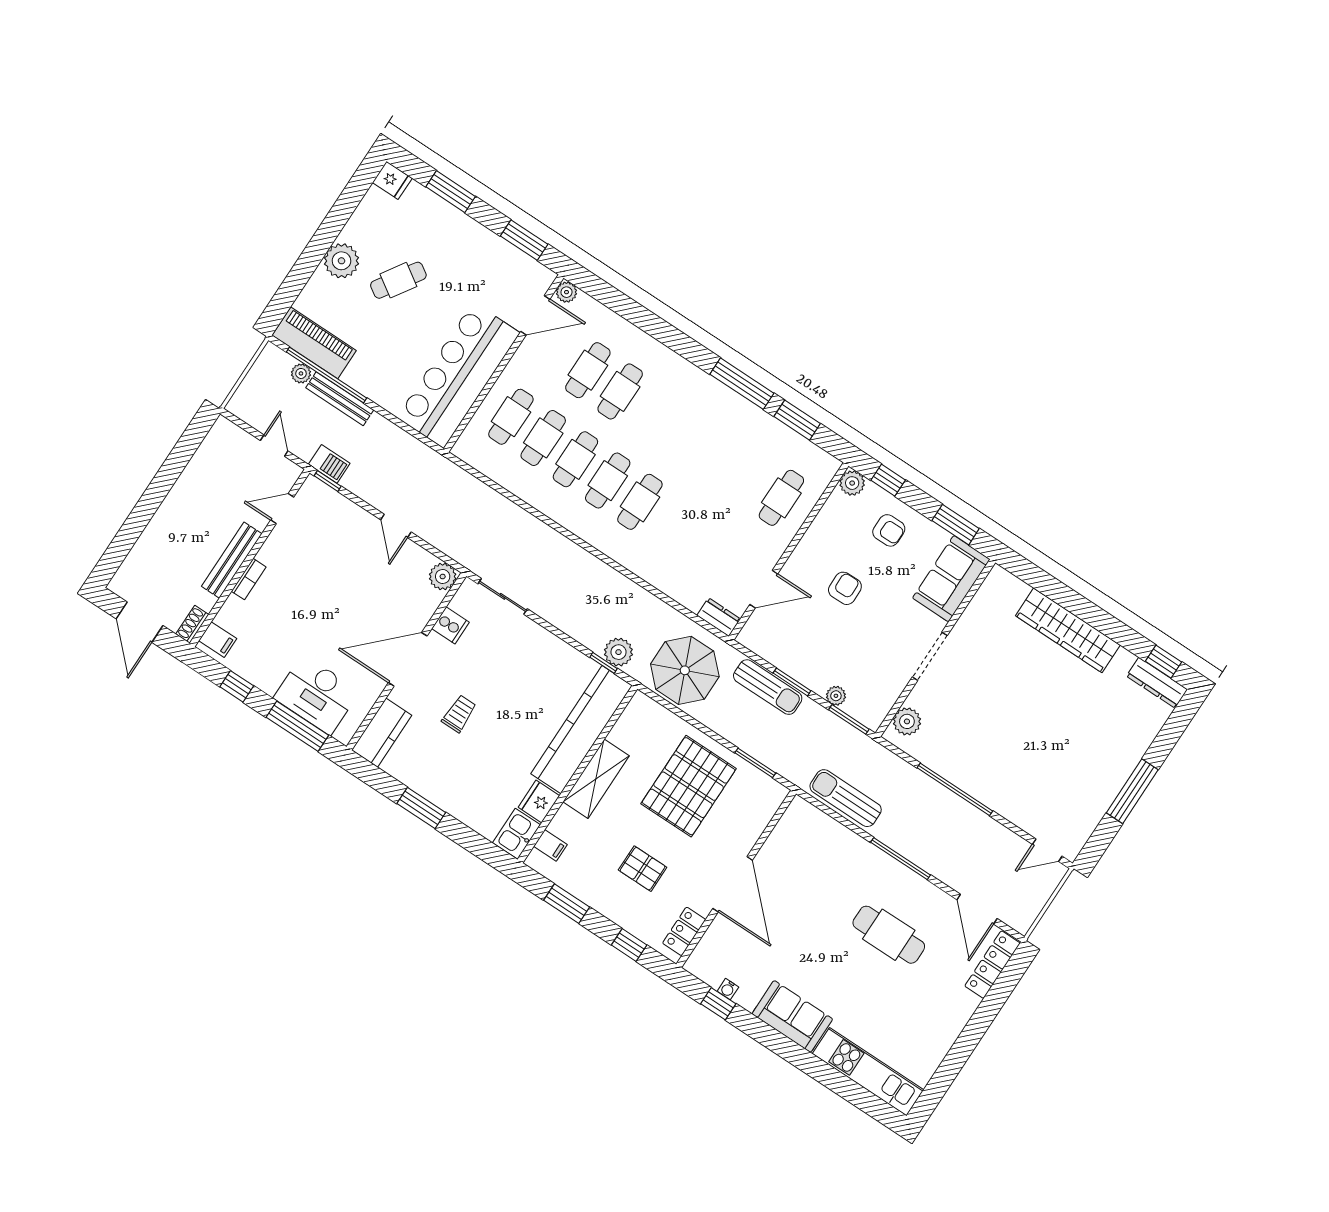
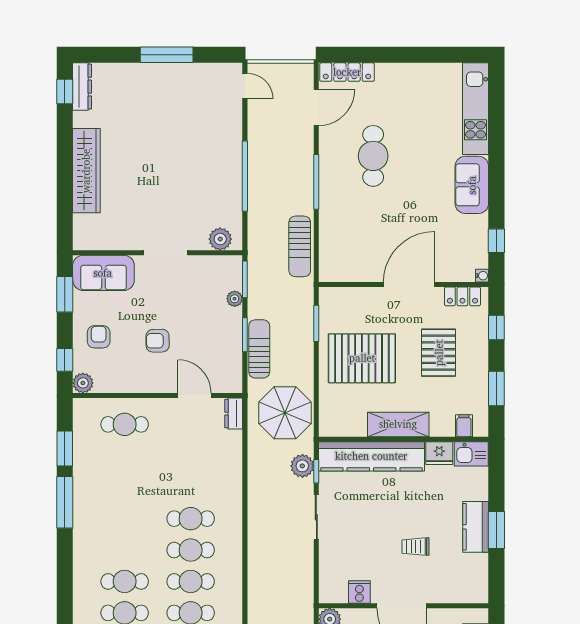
sliding door: (503, 596) -> (316, 517), moved
kitchen counter: (382, 733) -> (476, 527), moved, turned -90
pallet: (643, 869) -> (439, 353), width x1.50, depth x1.42
water cooler: (728, 989) -> (482, 276), moved

